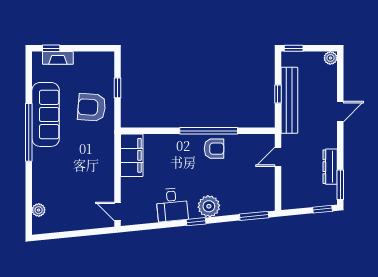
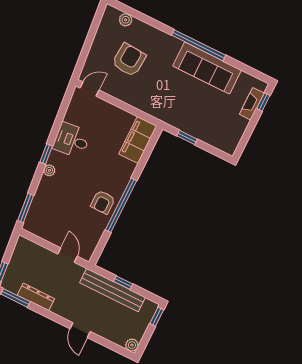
window: (118, 88) -> (187, 137), moved
armchair: (92, 107) -> (129, 60), moved
filing cabinet: (132, 155) -> (138, 140), moved, turned 90
plant: (209, 206) -> (49, 170), width x0.53, depth x0.53

